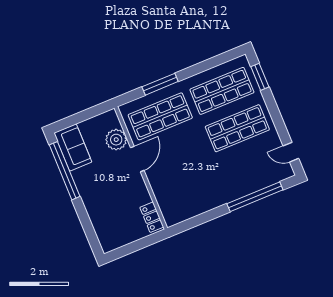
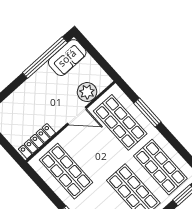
shop shelf: (191, 191) -> (66, 171), added
locker: (152, 217) -> (37, 141), width x1.53

